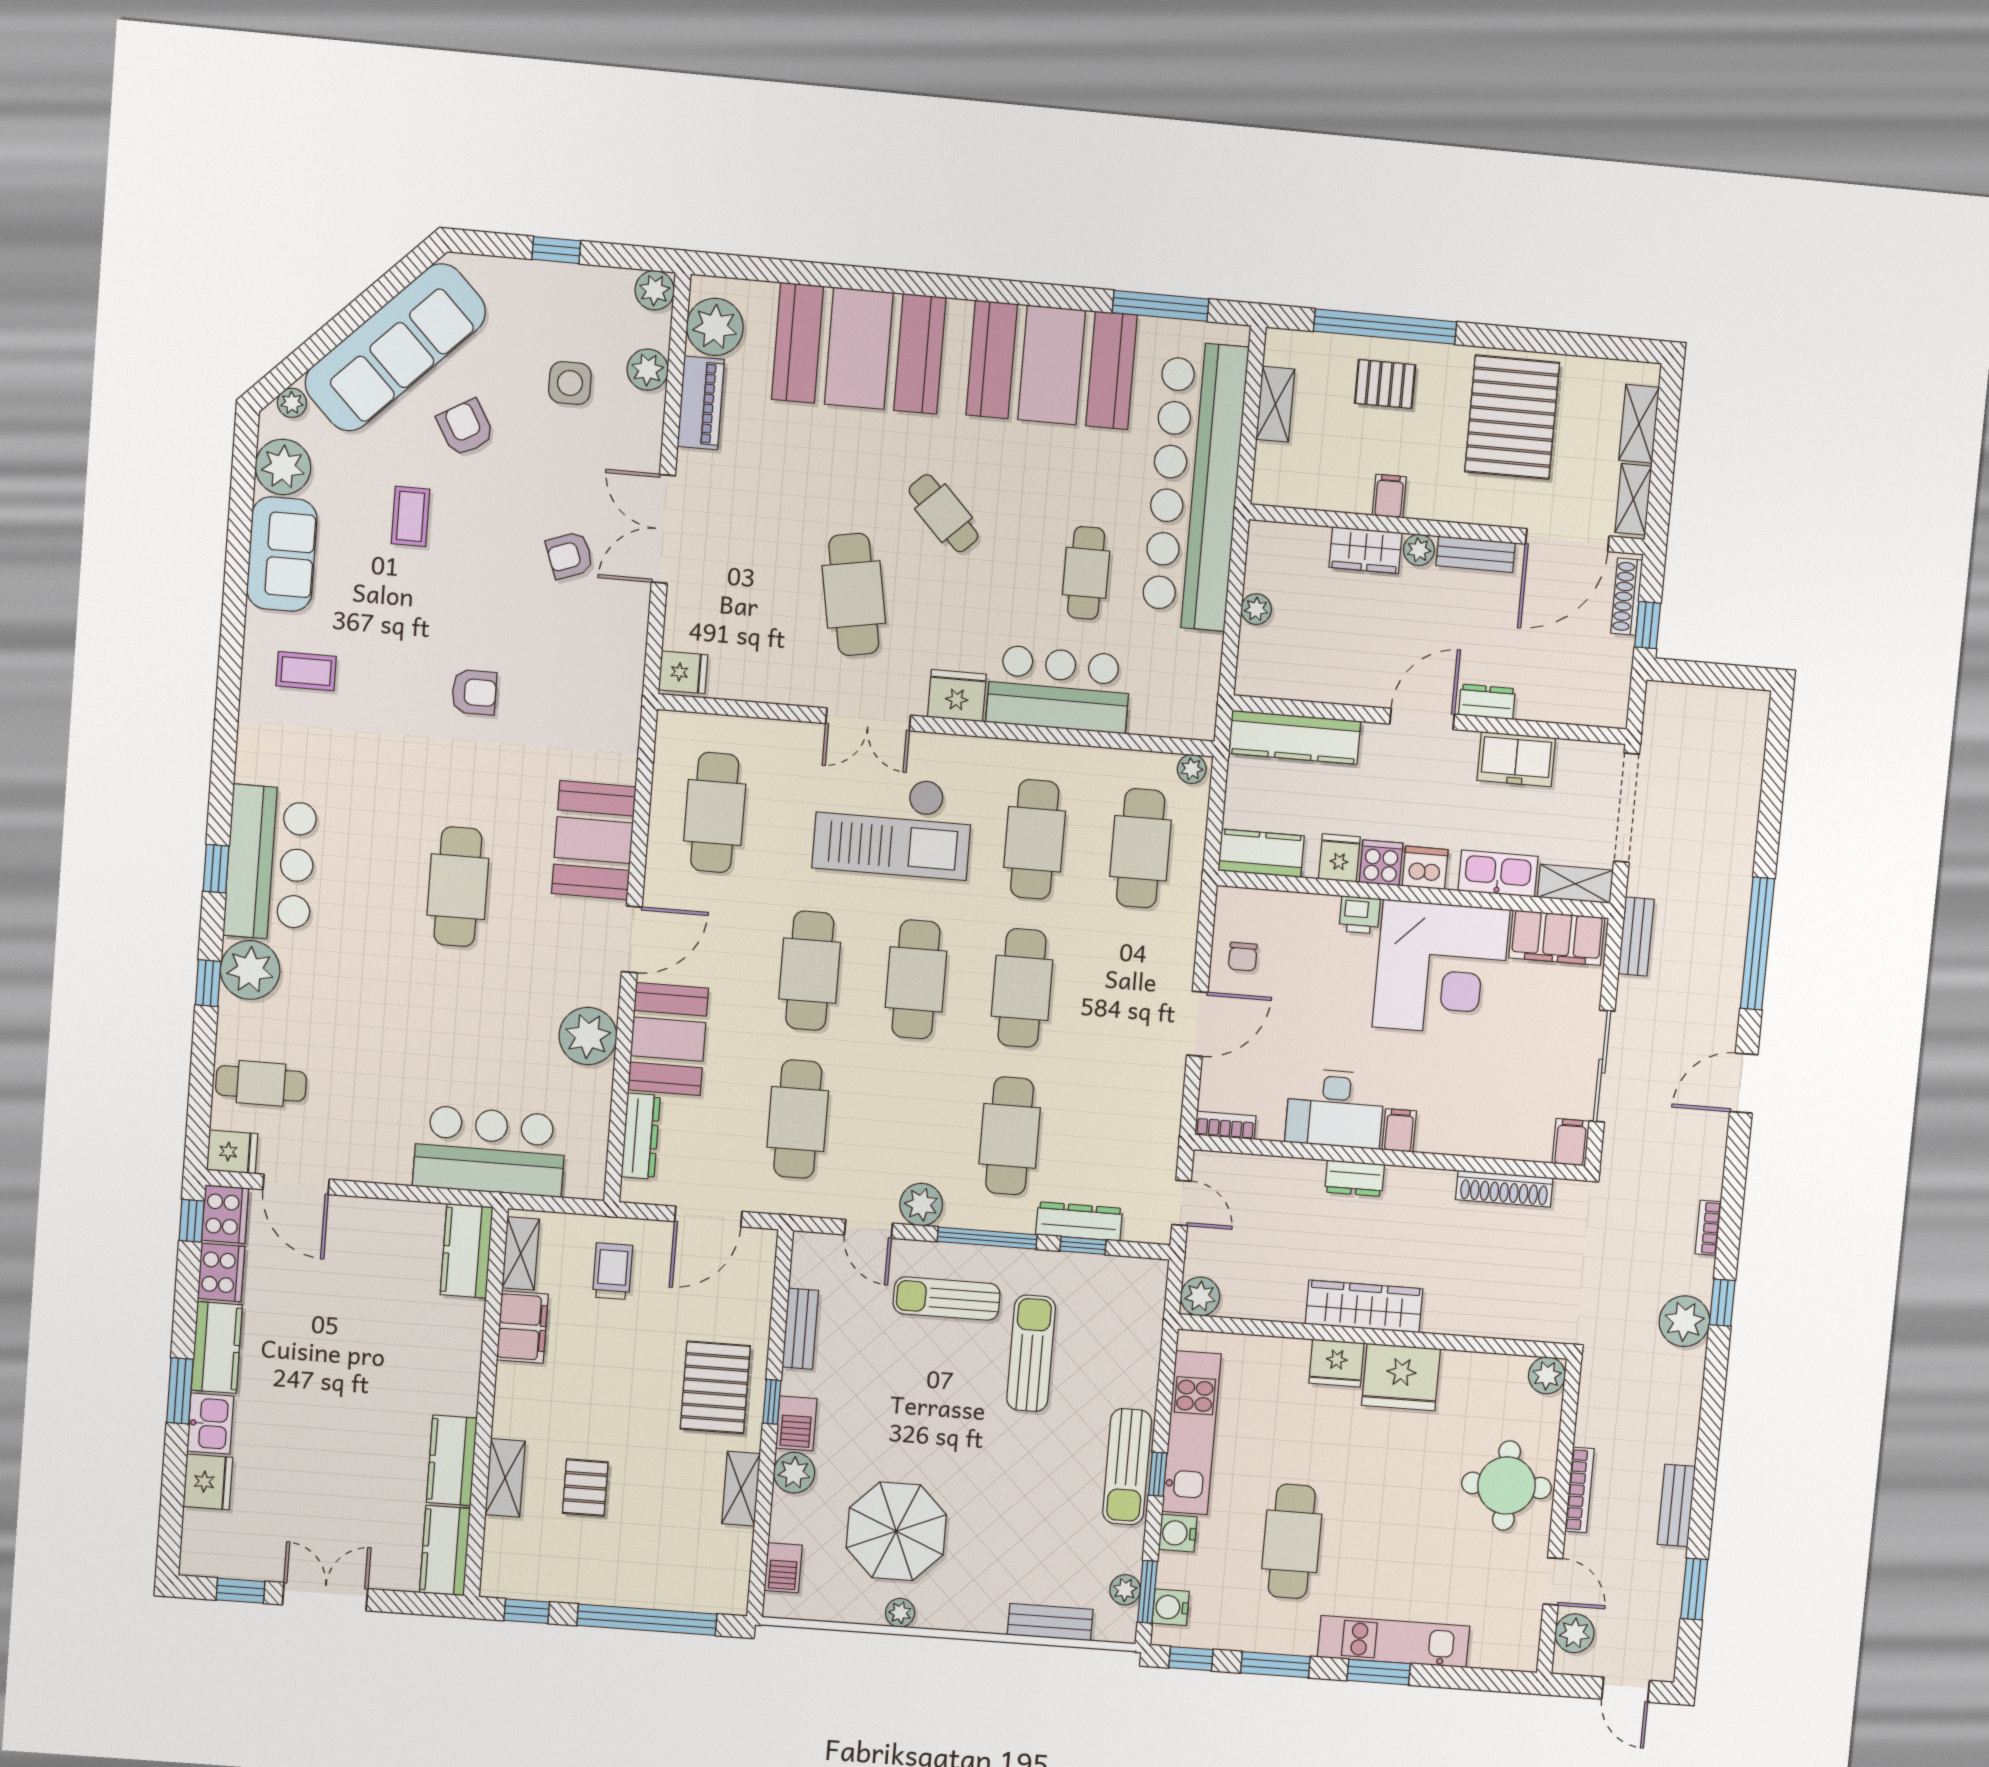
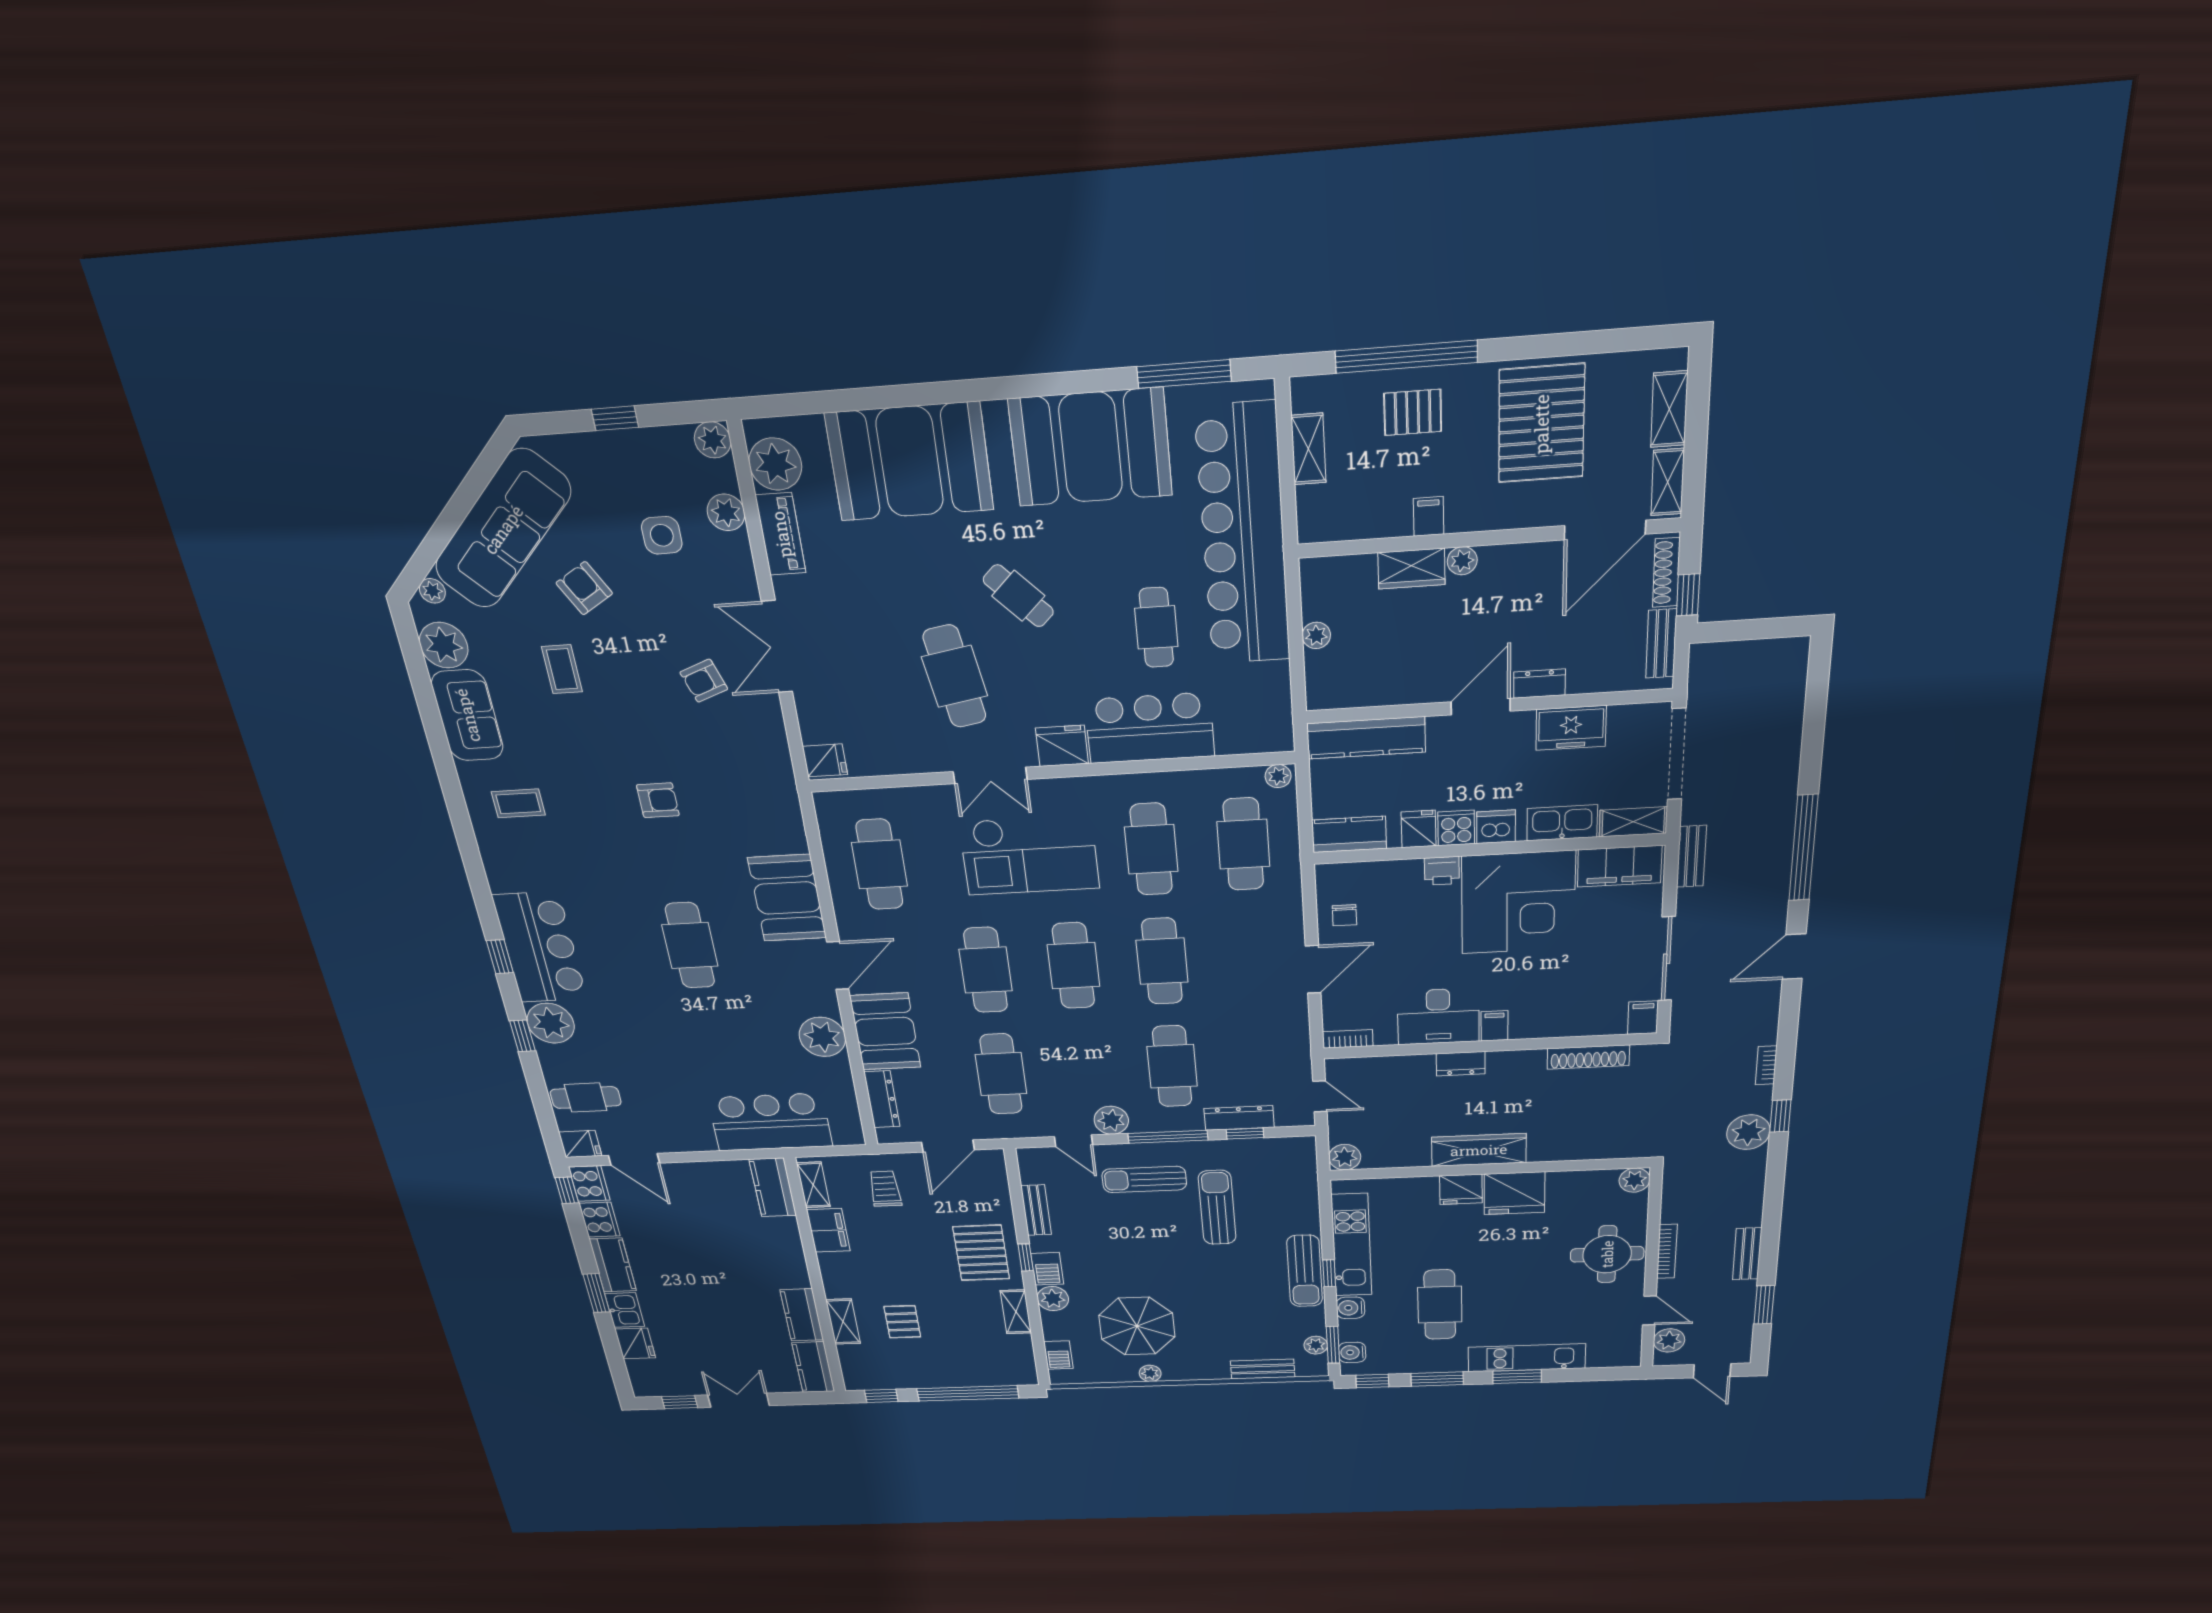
bench: (1476, 554) -> (1661, 644), moved, turned 90

